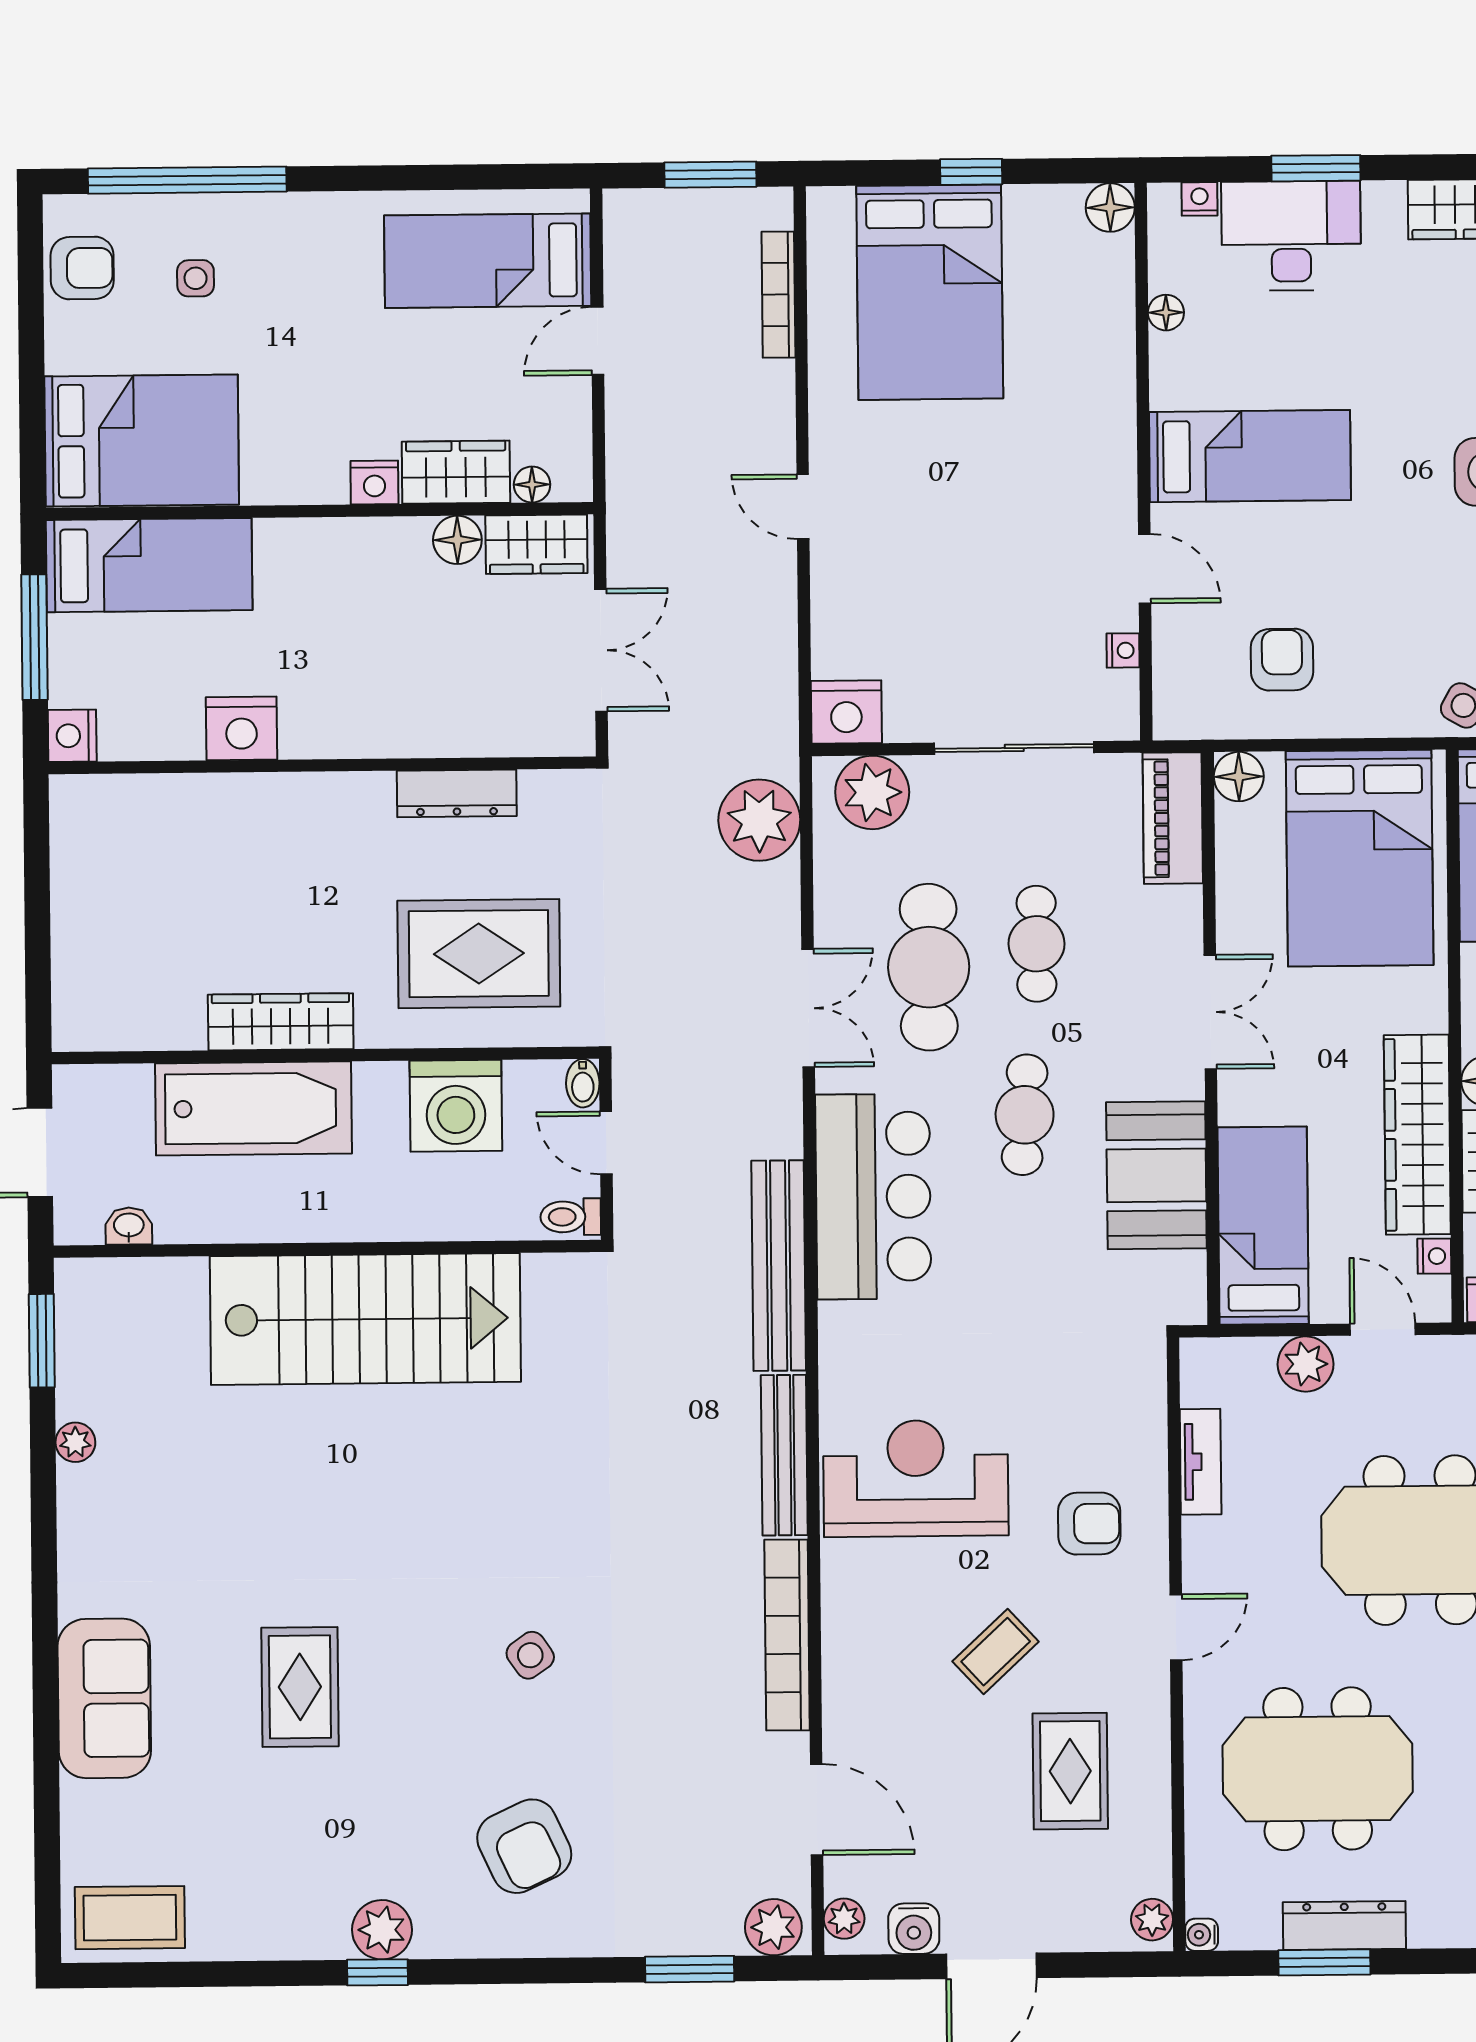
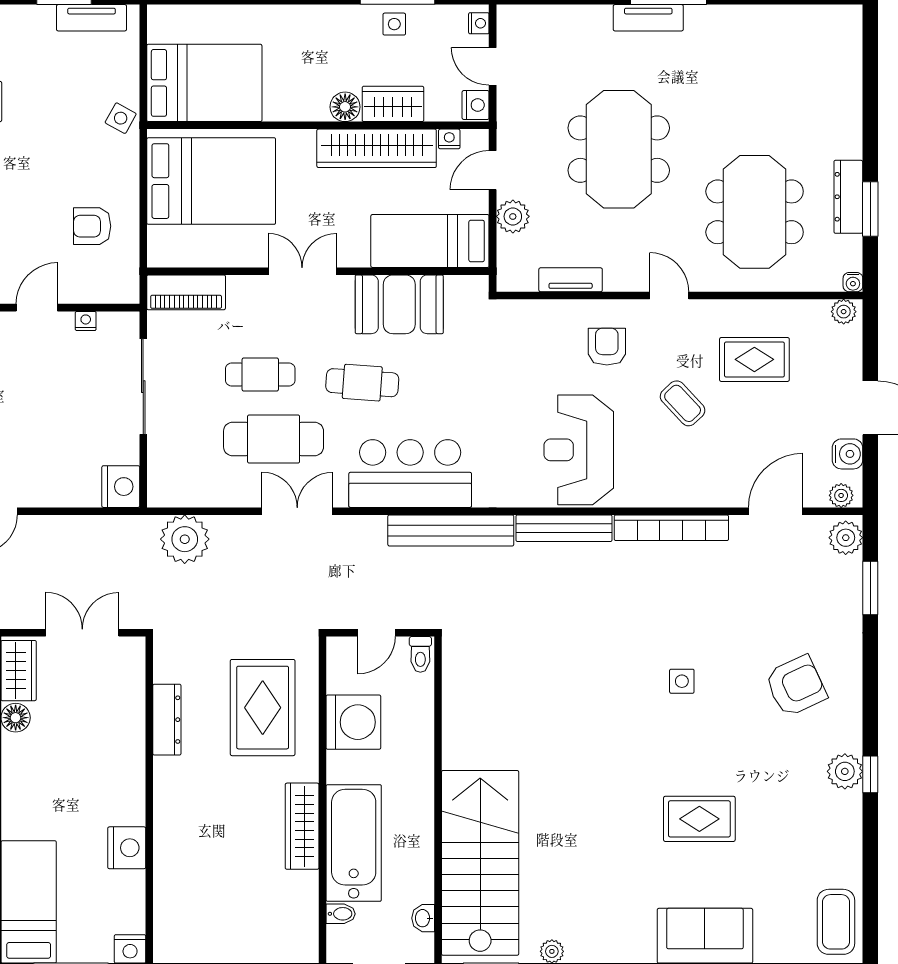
floor lamp: (1239, 777) -> (162, 253), removed
plant: (872, 792) -> (169, 472), removed
bidet: (583, 1083) -> (341, 914), moved
stairs: (365, 1319) -> (480, 863), moved
side table: (530, 1655) -> (682, 681), turned 35

